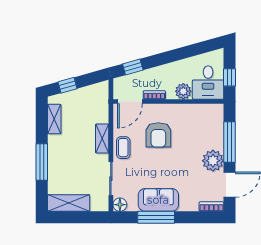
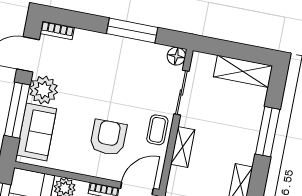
sofa: (158, 200) -> (37, 132), moved, turned -90

